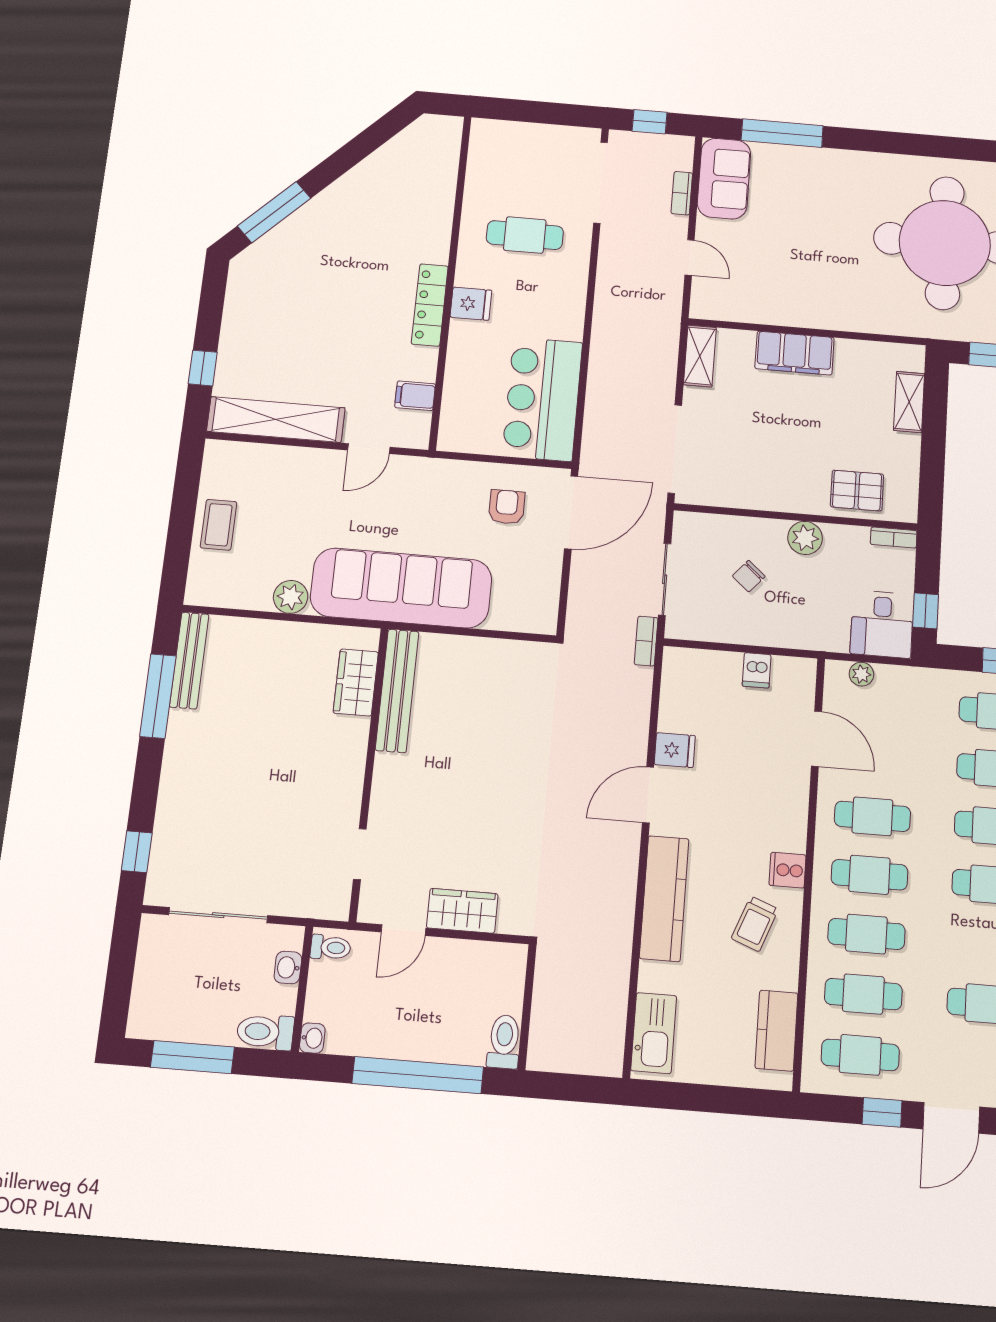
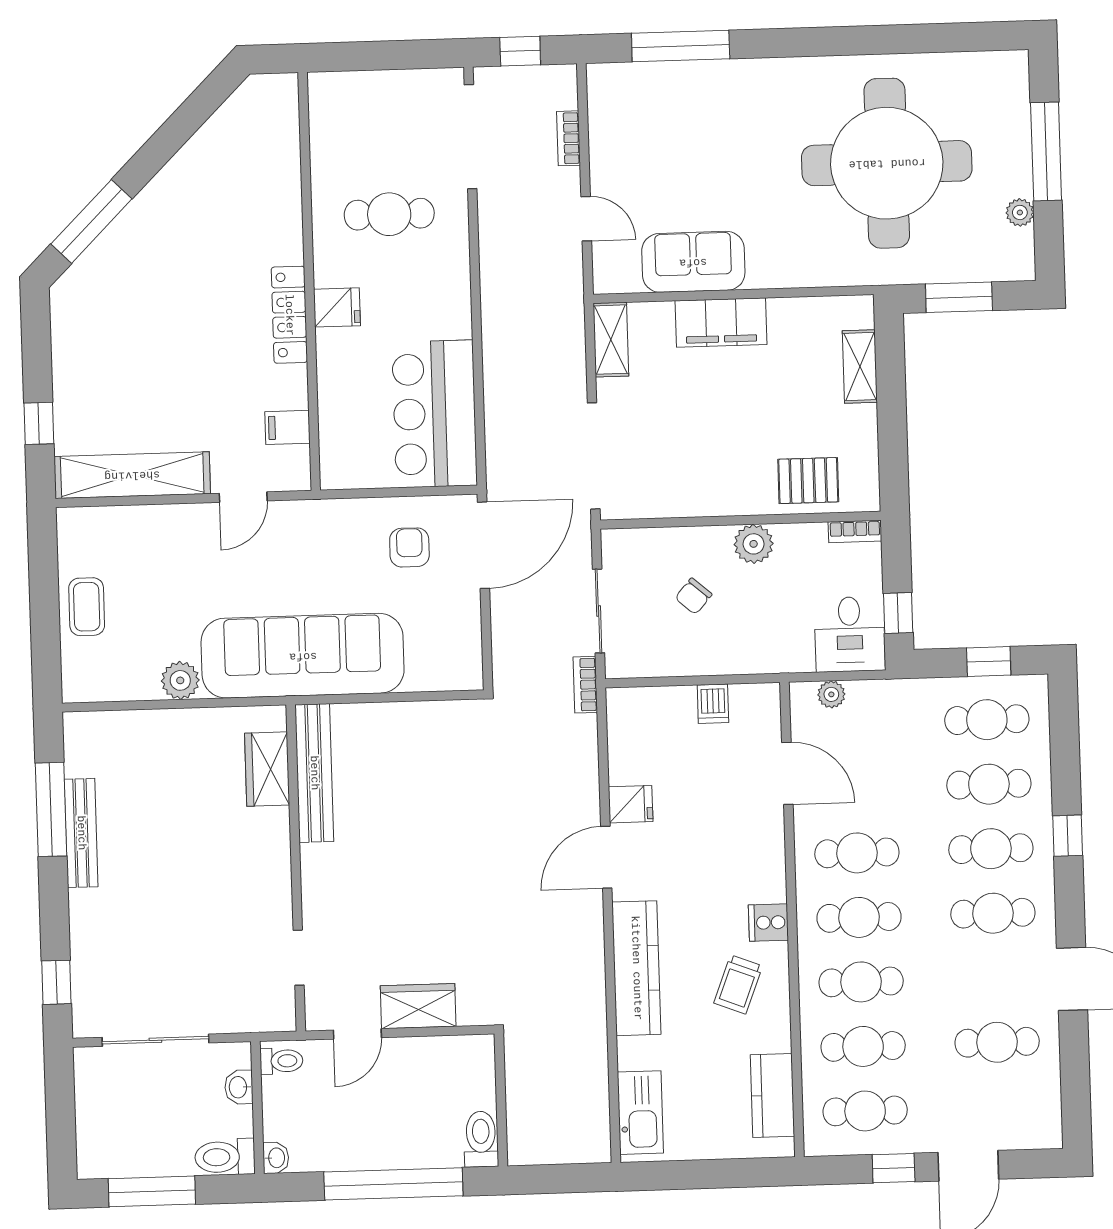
sofa: (724, 179) -> (693, 262), moved, turned -90
bench: (189, 660) -> (81, 833), moved

